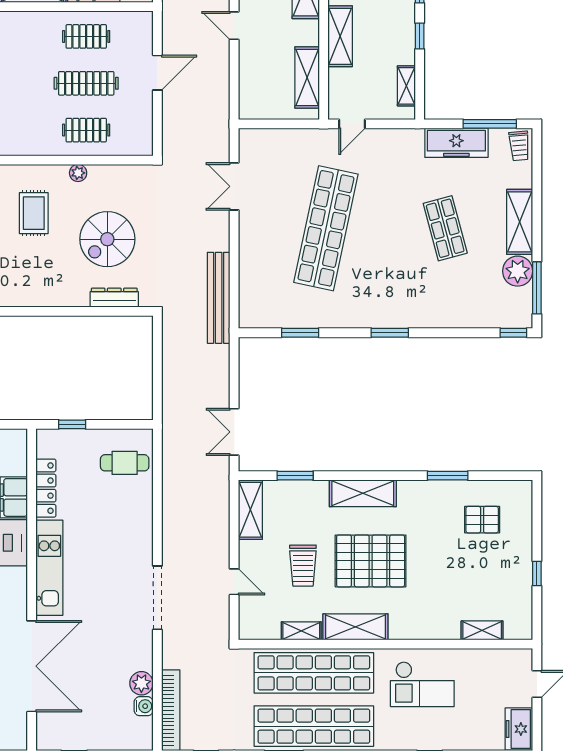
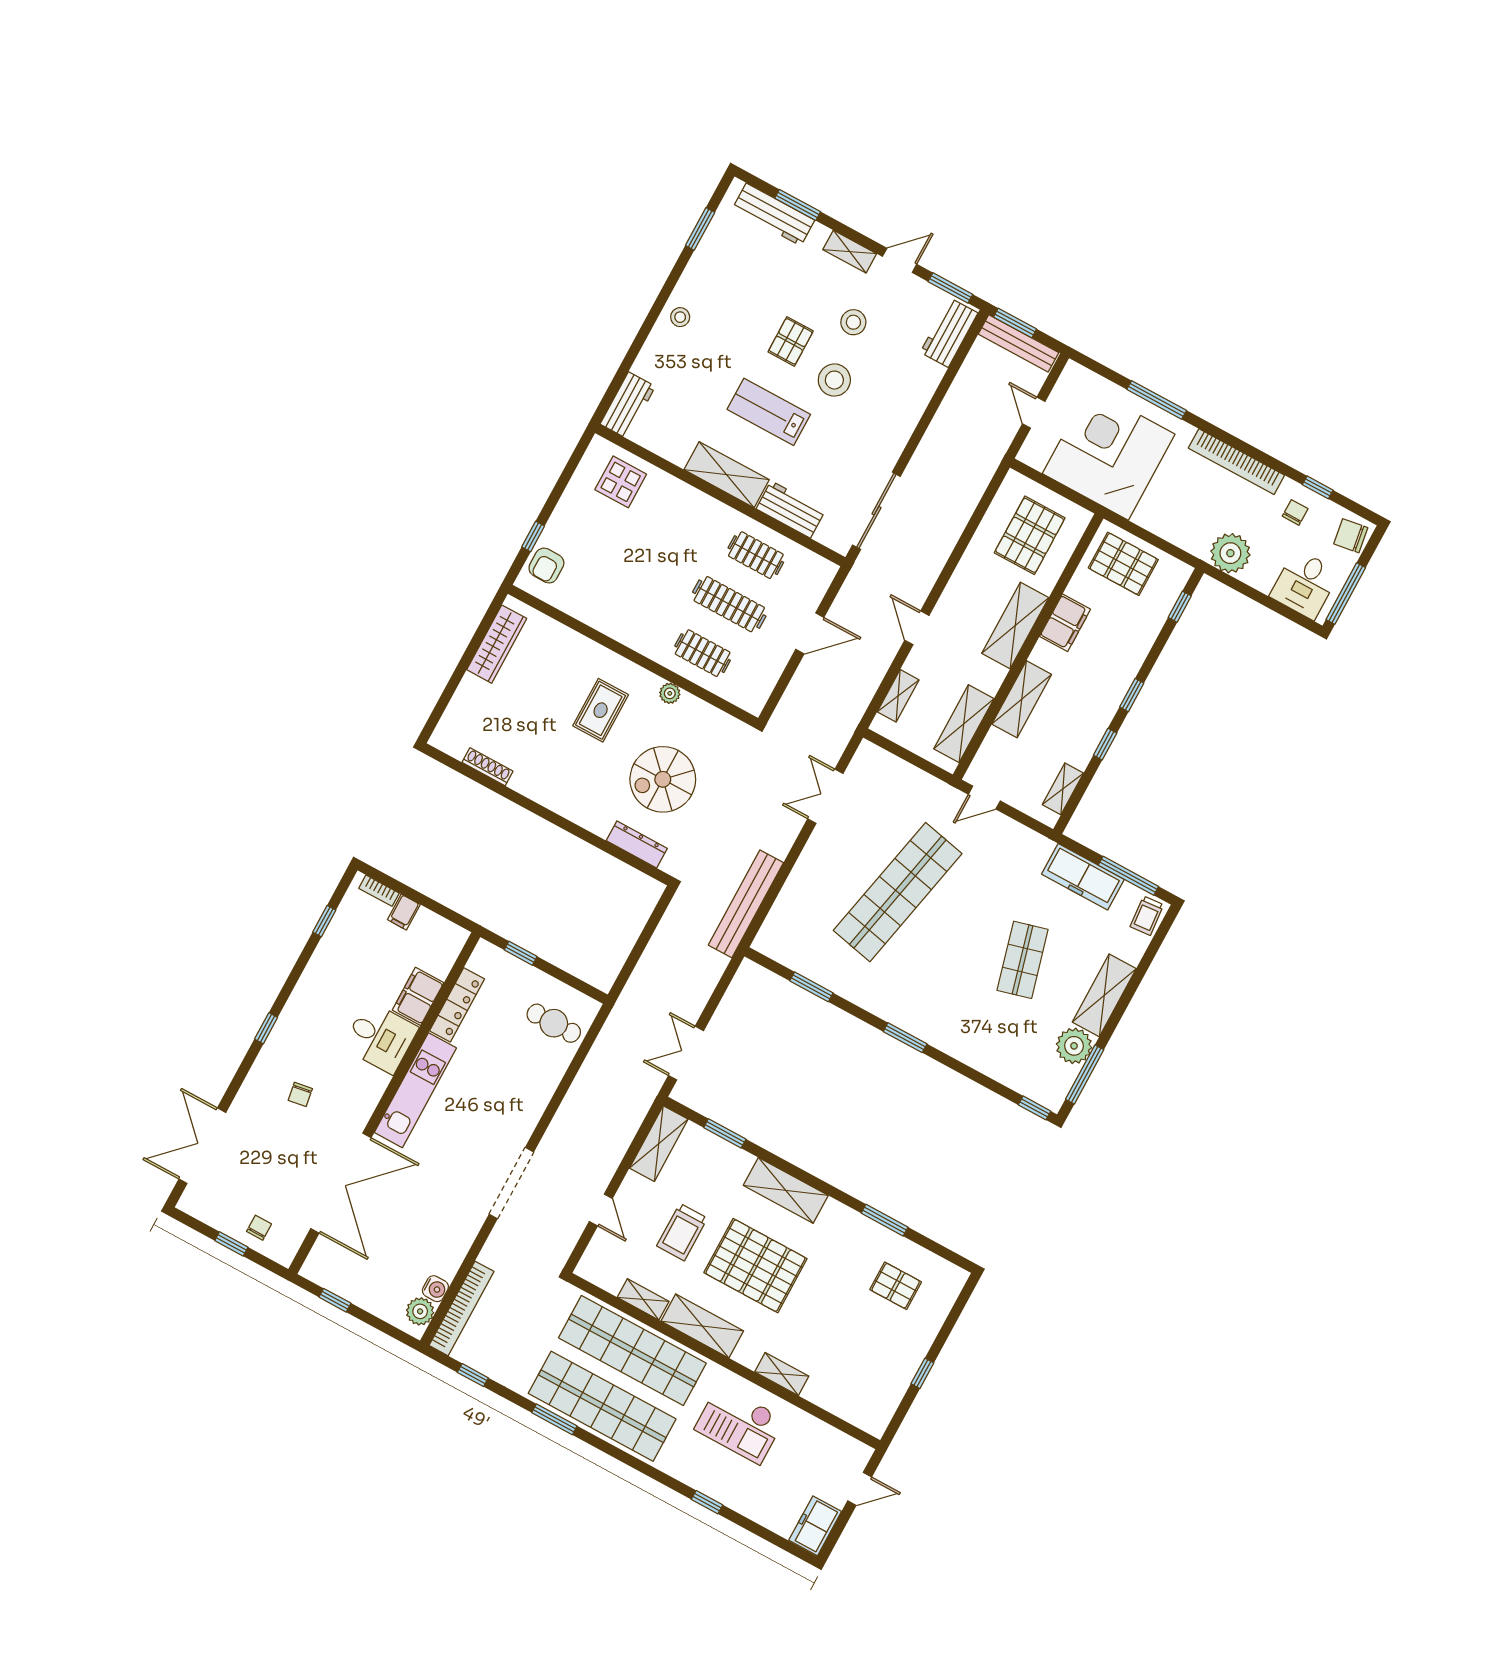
shelving: (248, 83) -> (898, 696), added
shelving: (482, 630) -> (782, 1374), moved
plant: (141, 683) -> (420, 1311), moved

